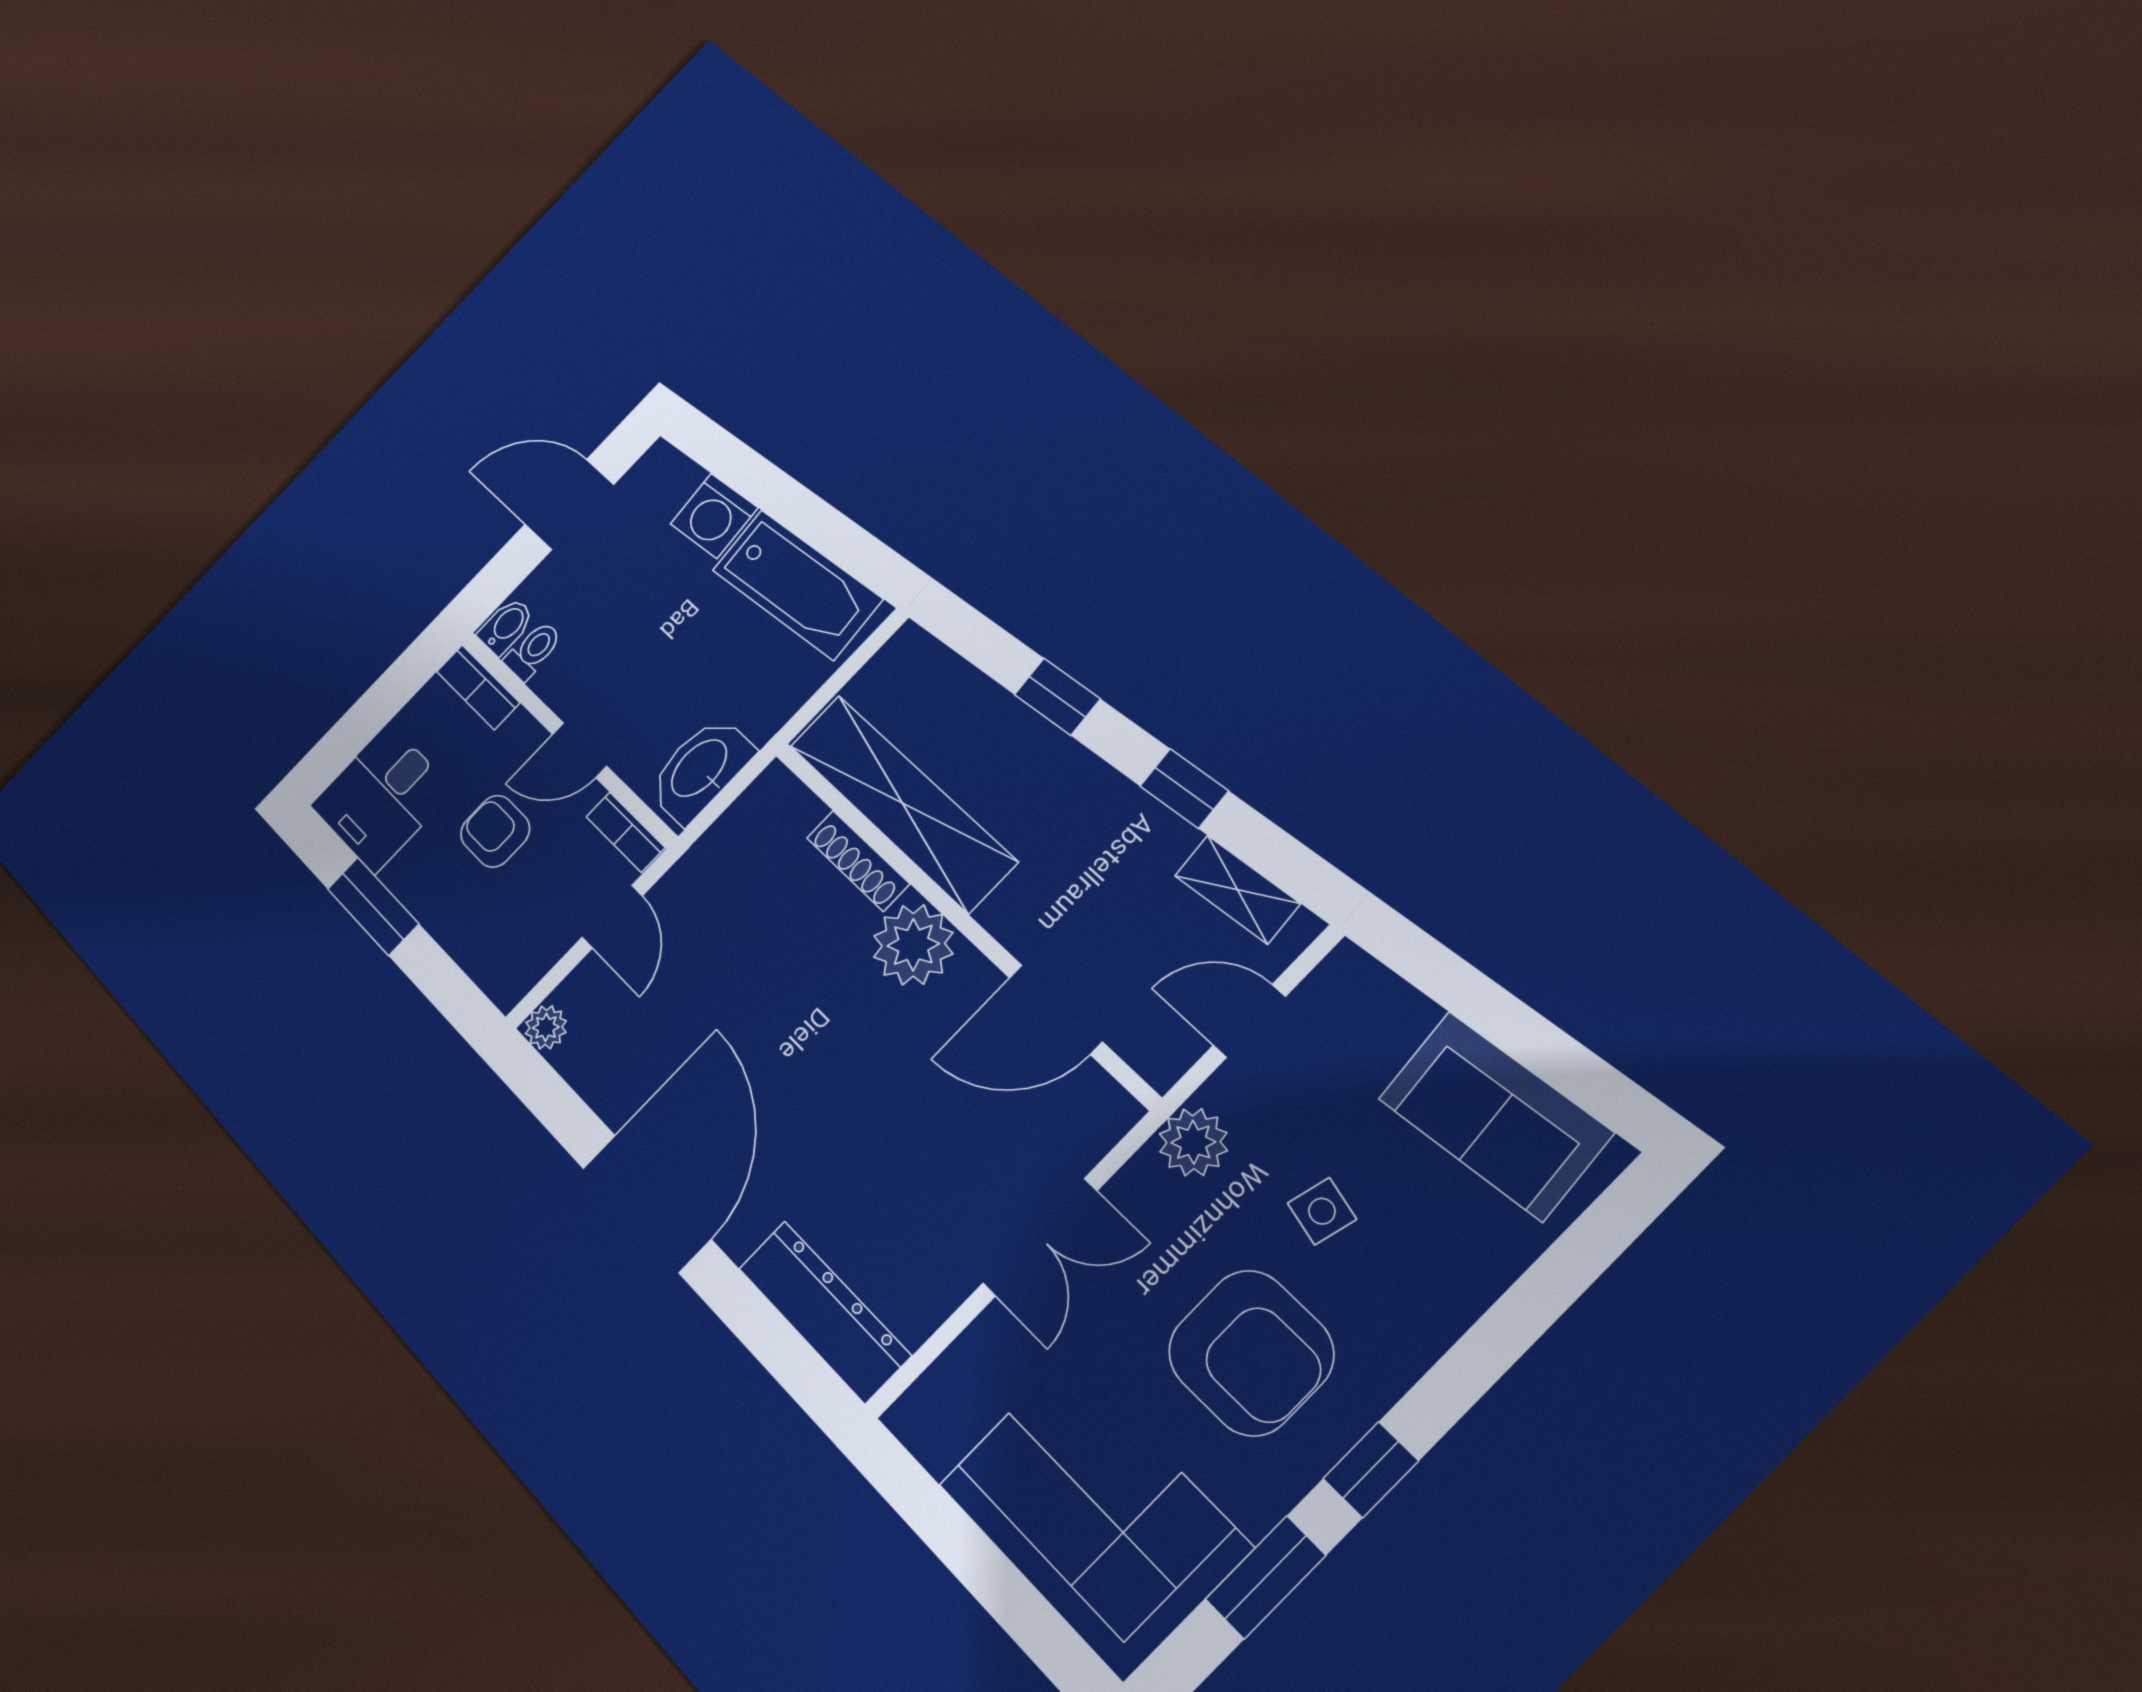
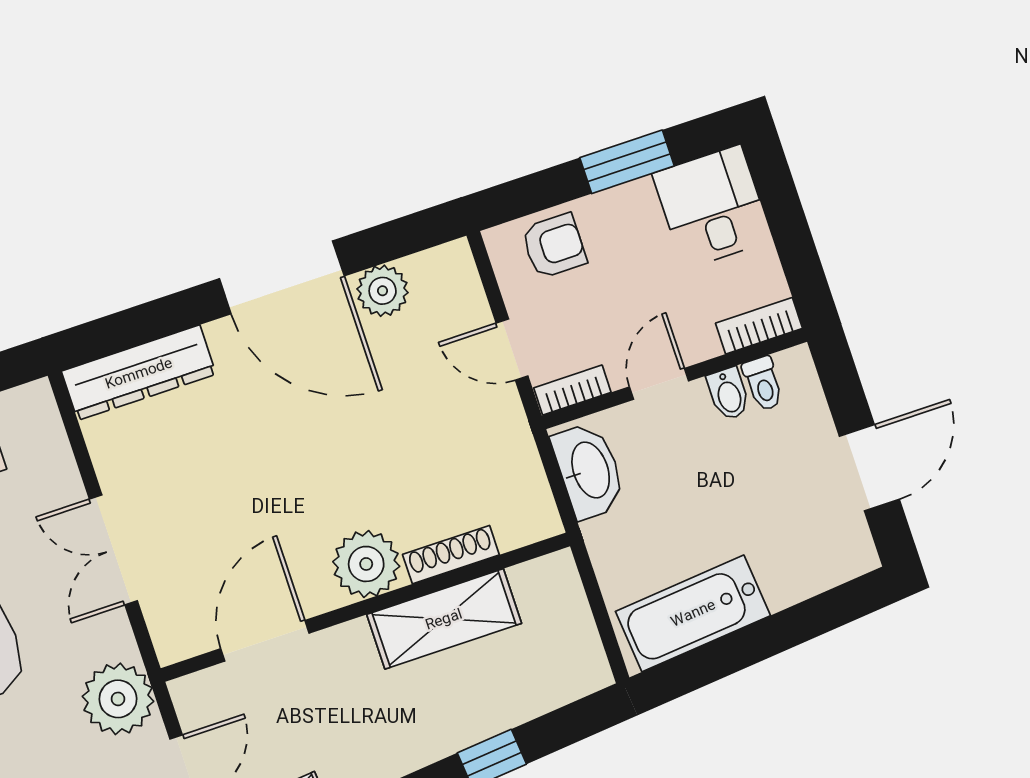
washing machine: (714, 516) -> (788, 577), removed
bidet: (506, 626) -> (728, 394), moved
shelving: (902, 803) -> (444, 619), width x0.68
armchair: (495, 831) -> (554, 246), moved
plant: (546, 1027) -> (383, 291), moved, width x1.38, depth x1.38
plant: (1193, 1142) -> (118, 699), width x1.36, depth x1.36
side table: (1322, 1211) -> (35, 747), removed

